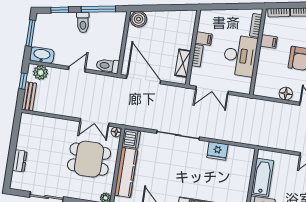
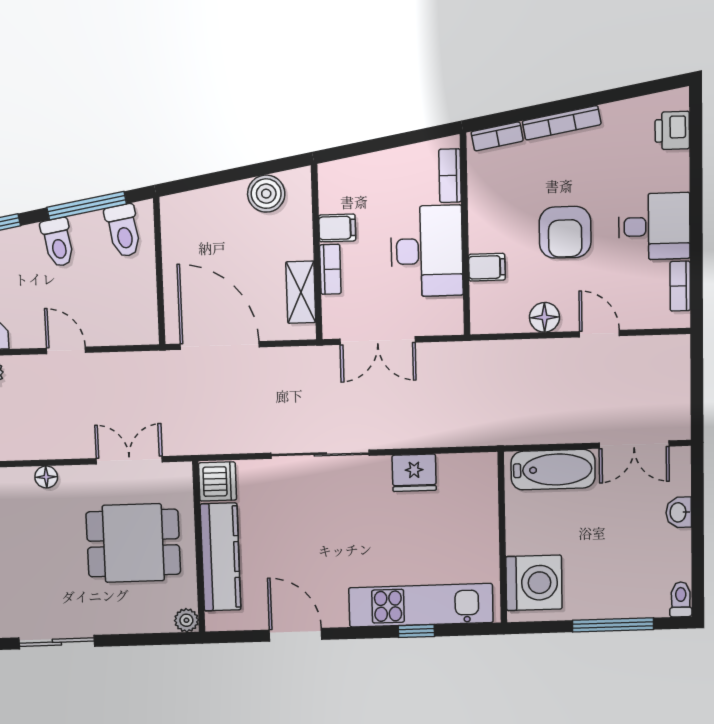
boiler: (139, 19) -> (266, 194), moved
filing cabinet: (269, 41) -> (487, 267), moved
toilet: (108, 66) -> (123, 231), moved, turned -100
door: (77, 69) -> (66, 350), hinge flipped
double door: (95, 122) -> (129, 460), swing flipped
floor lamp: (116, 132) -> (46, 477), moved
bathtub: (262, 178) -> (553, 470), moved, turned 90

